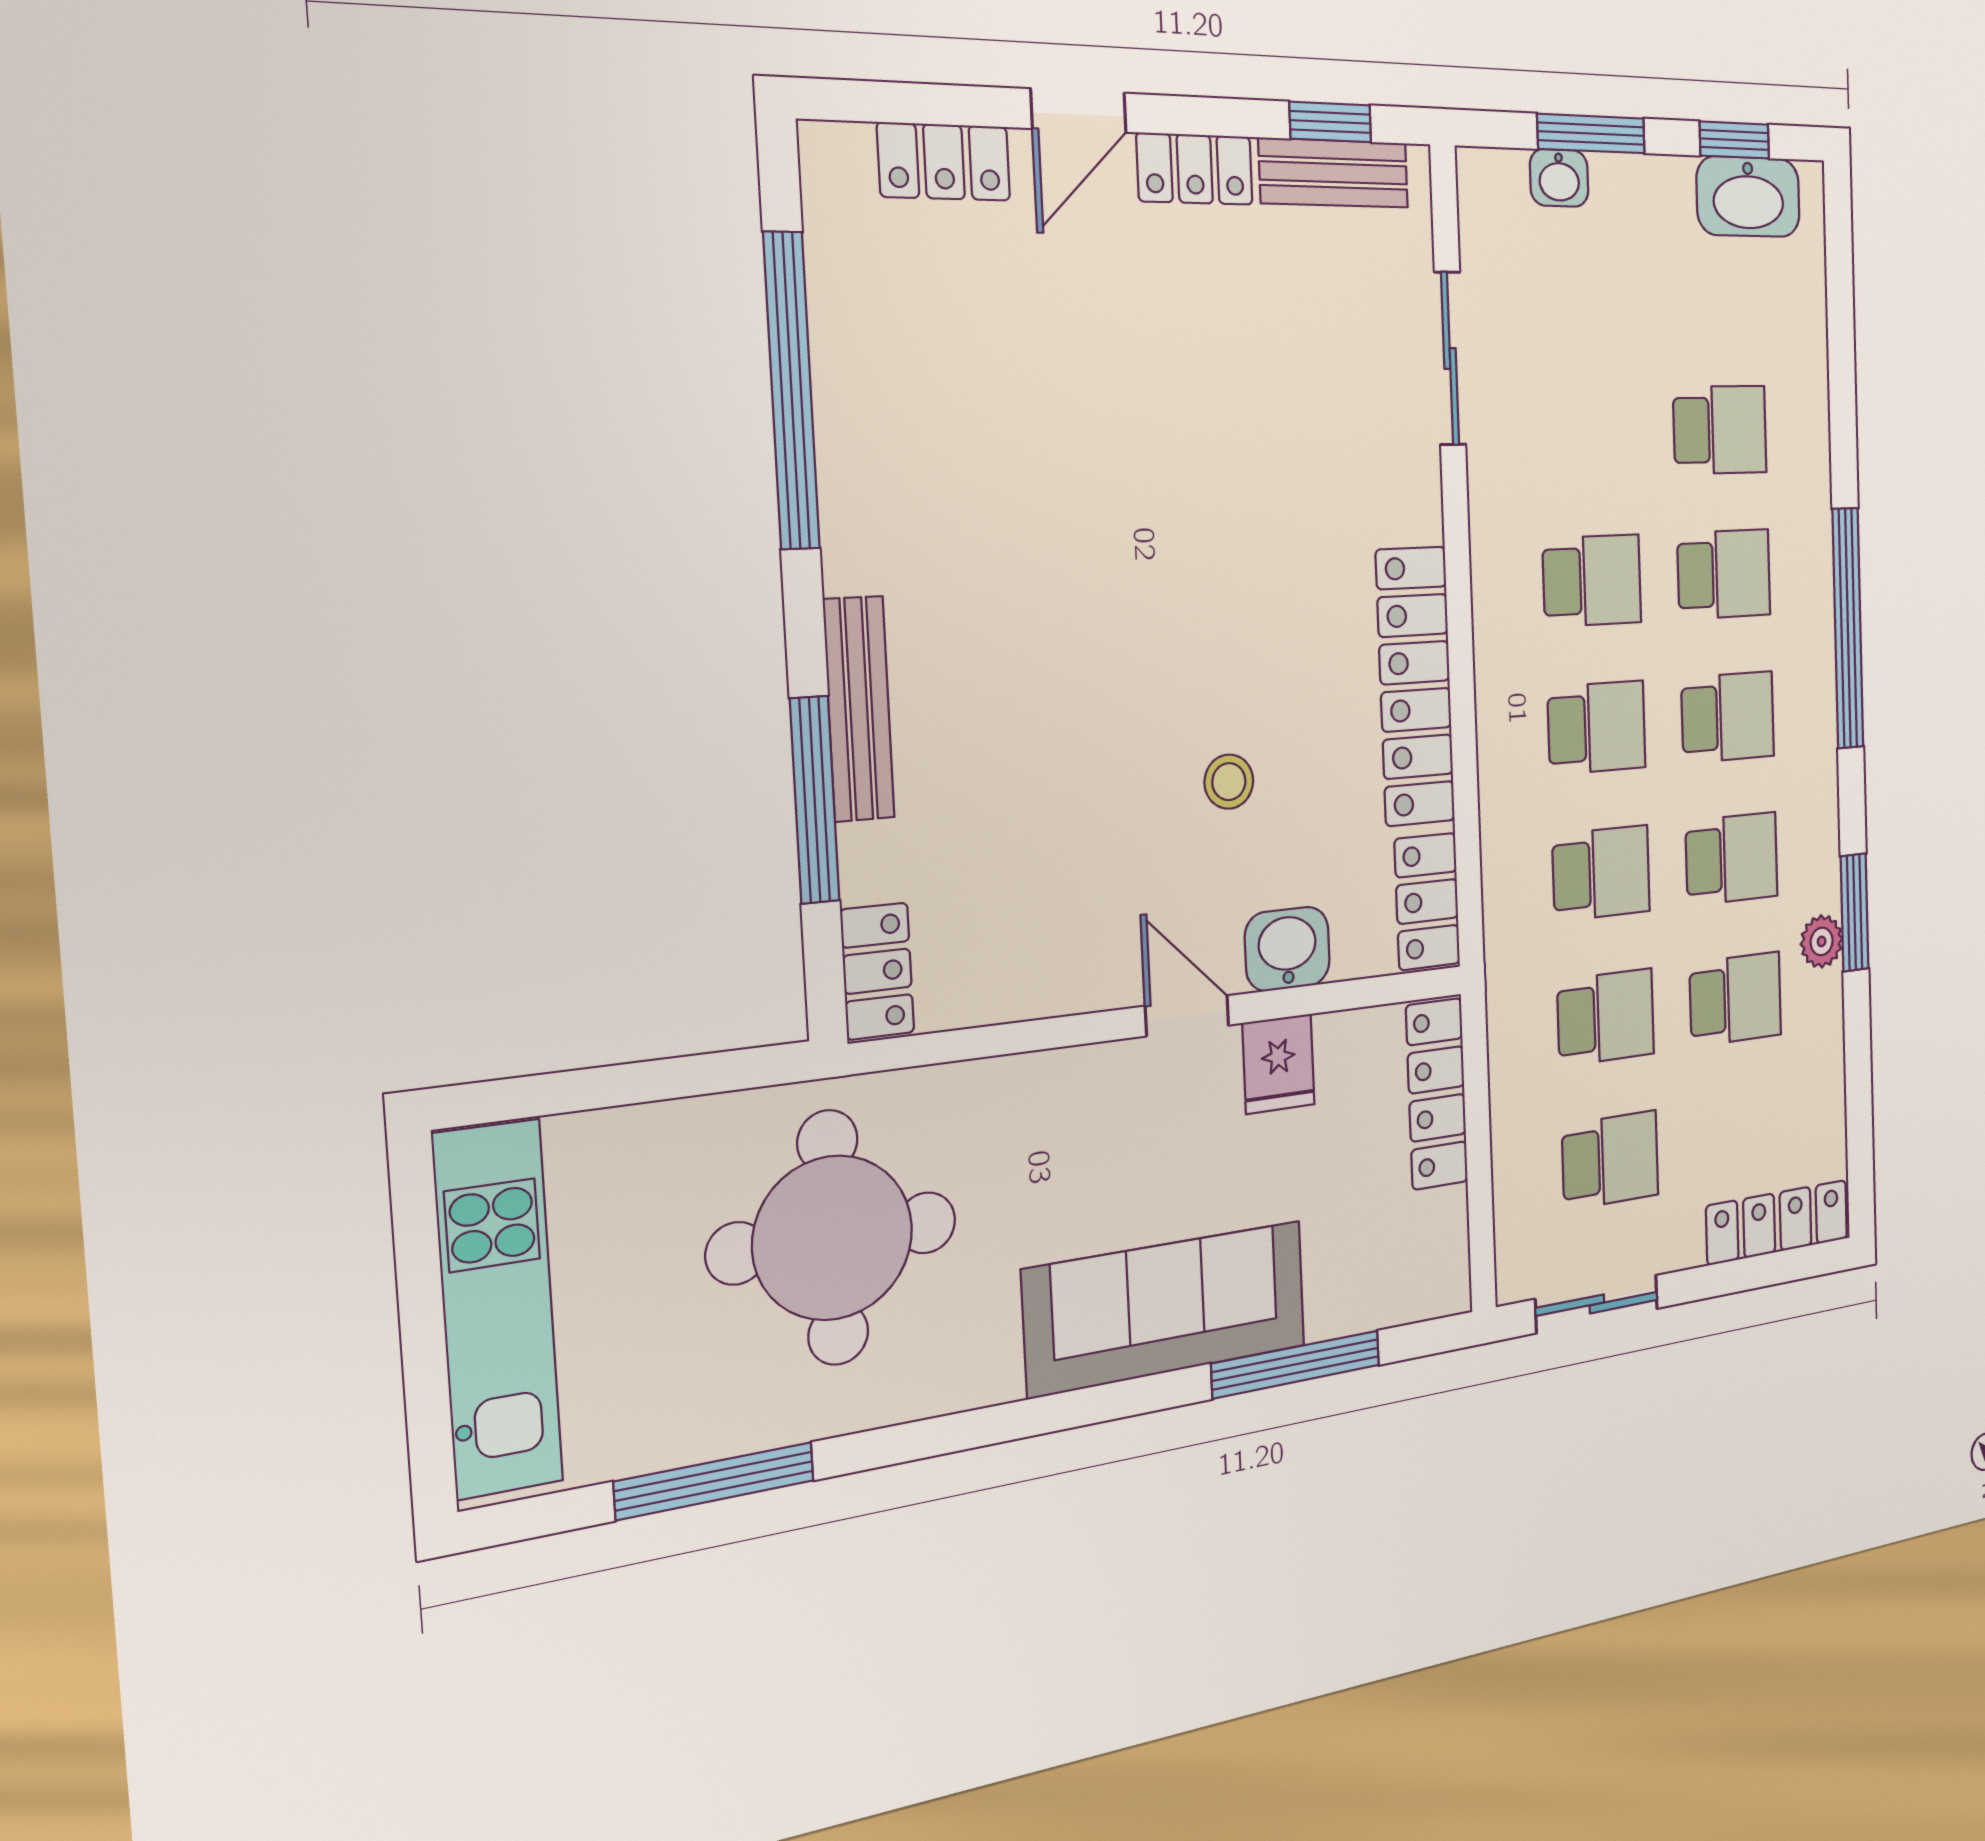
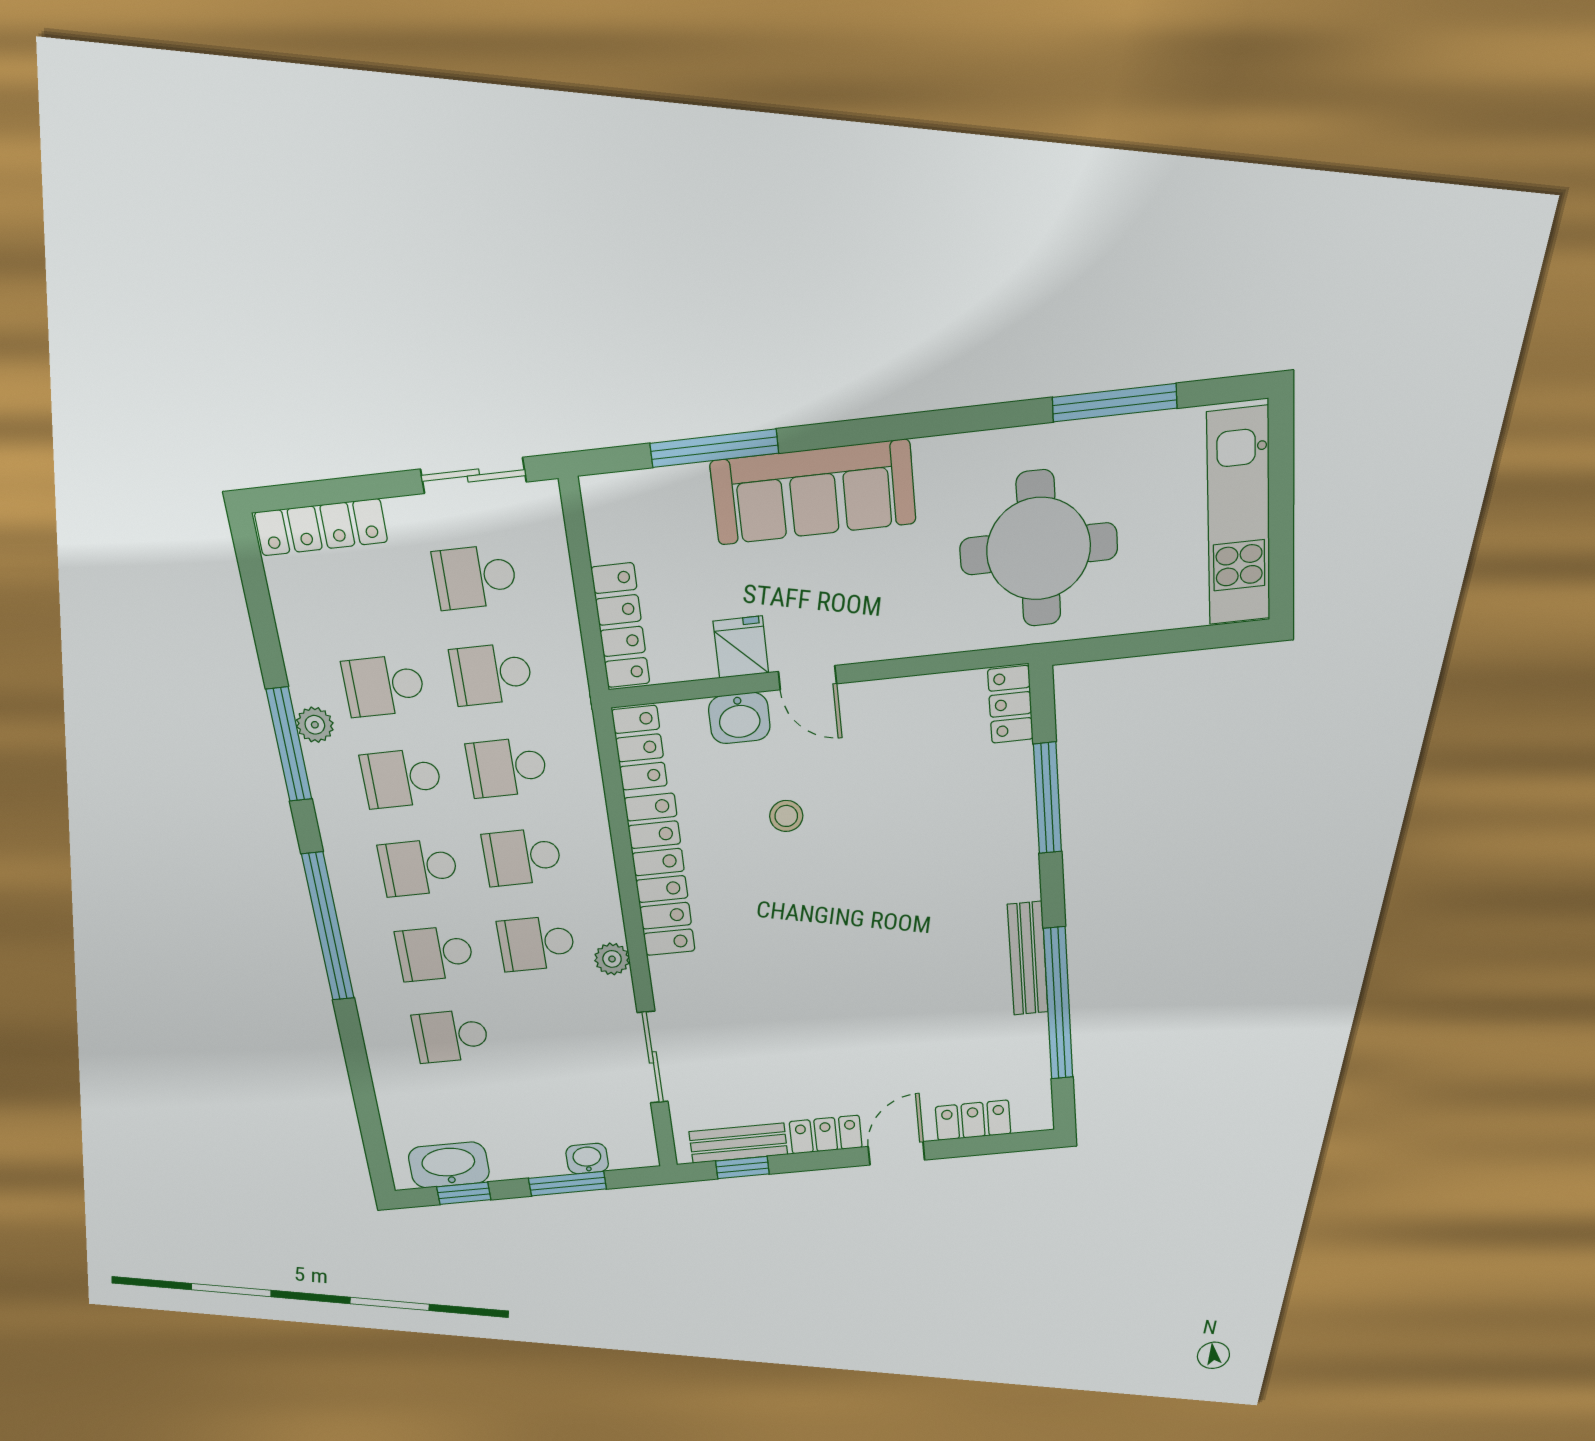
plant: (1493, 545) -> (612, 959), added
bench: (859, 709) -> (1028, 959), moved
window: (1855, 912) -> (289, 745), width x1.44

